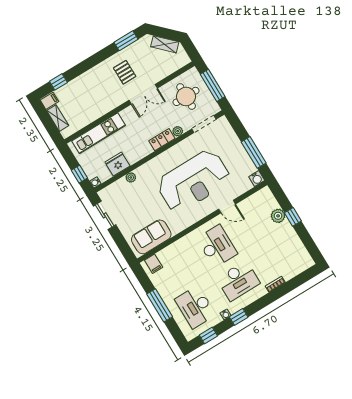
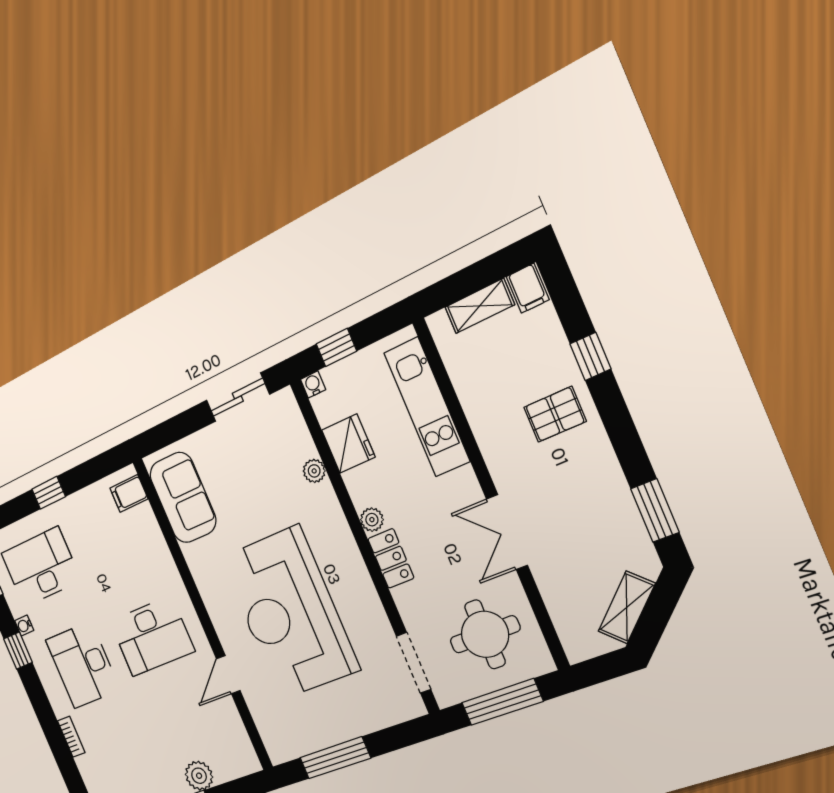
pallet: (125, 72) -> (555, 414), moved
window: (58, 82) -> (590, 356), moved
plant: (178, 131) -> (372, 520), moved
water cooler: (257, 179) -> (279, 751), removed
window: (160, 305) -> (49, 493), width x0.46

